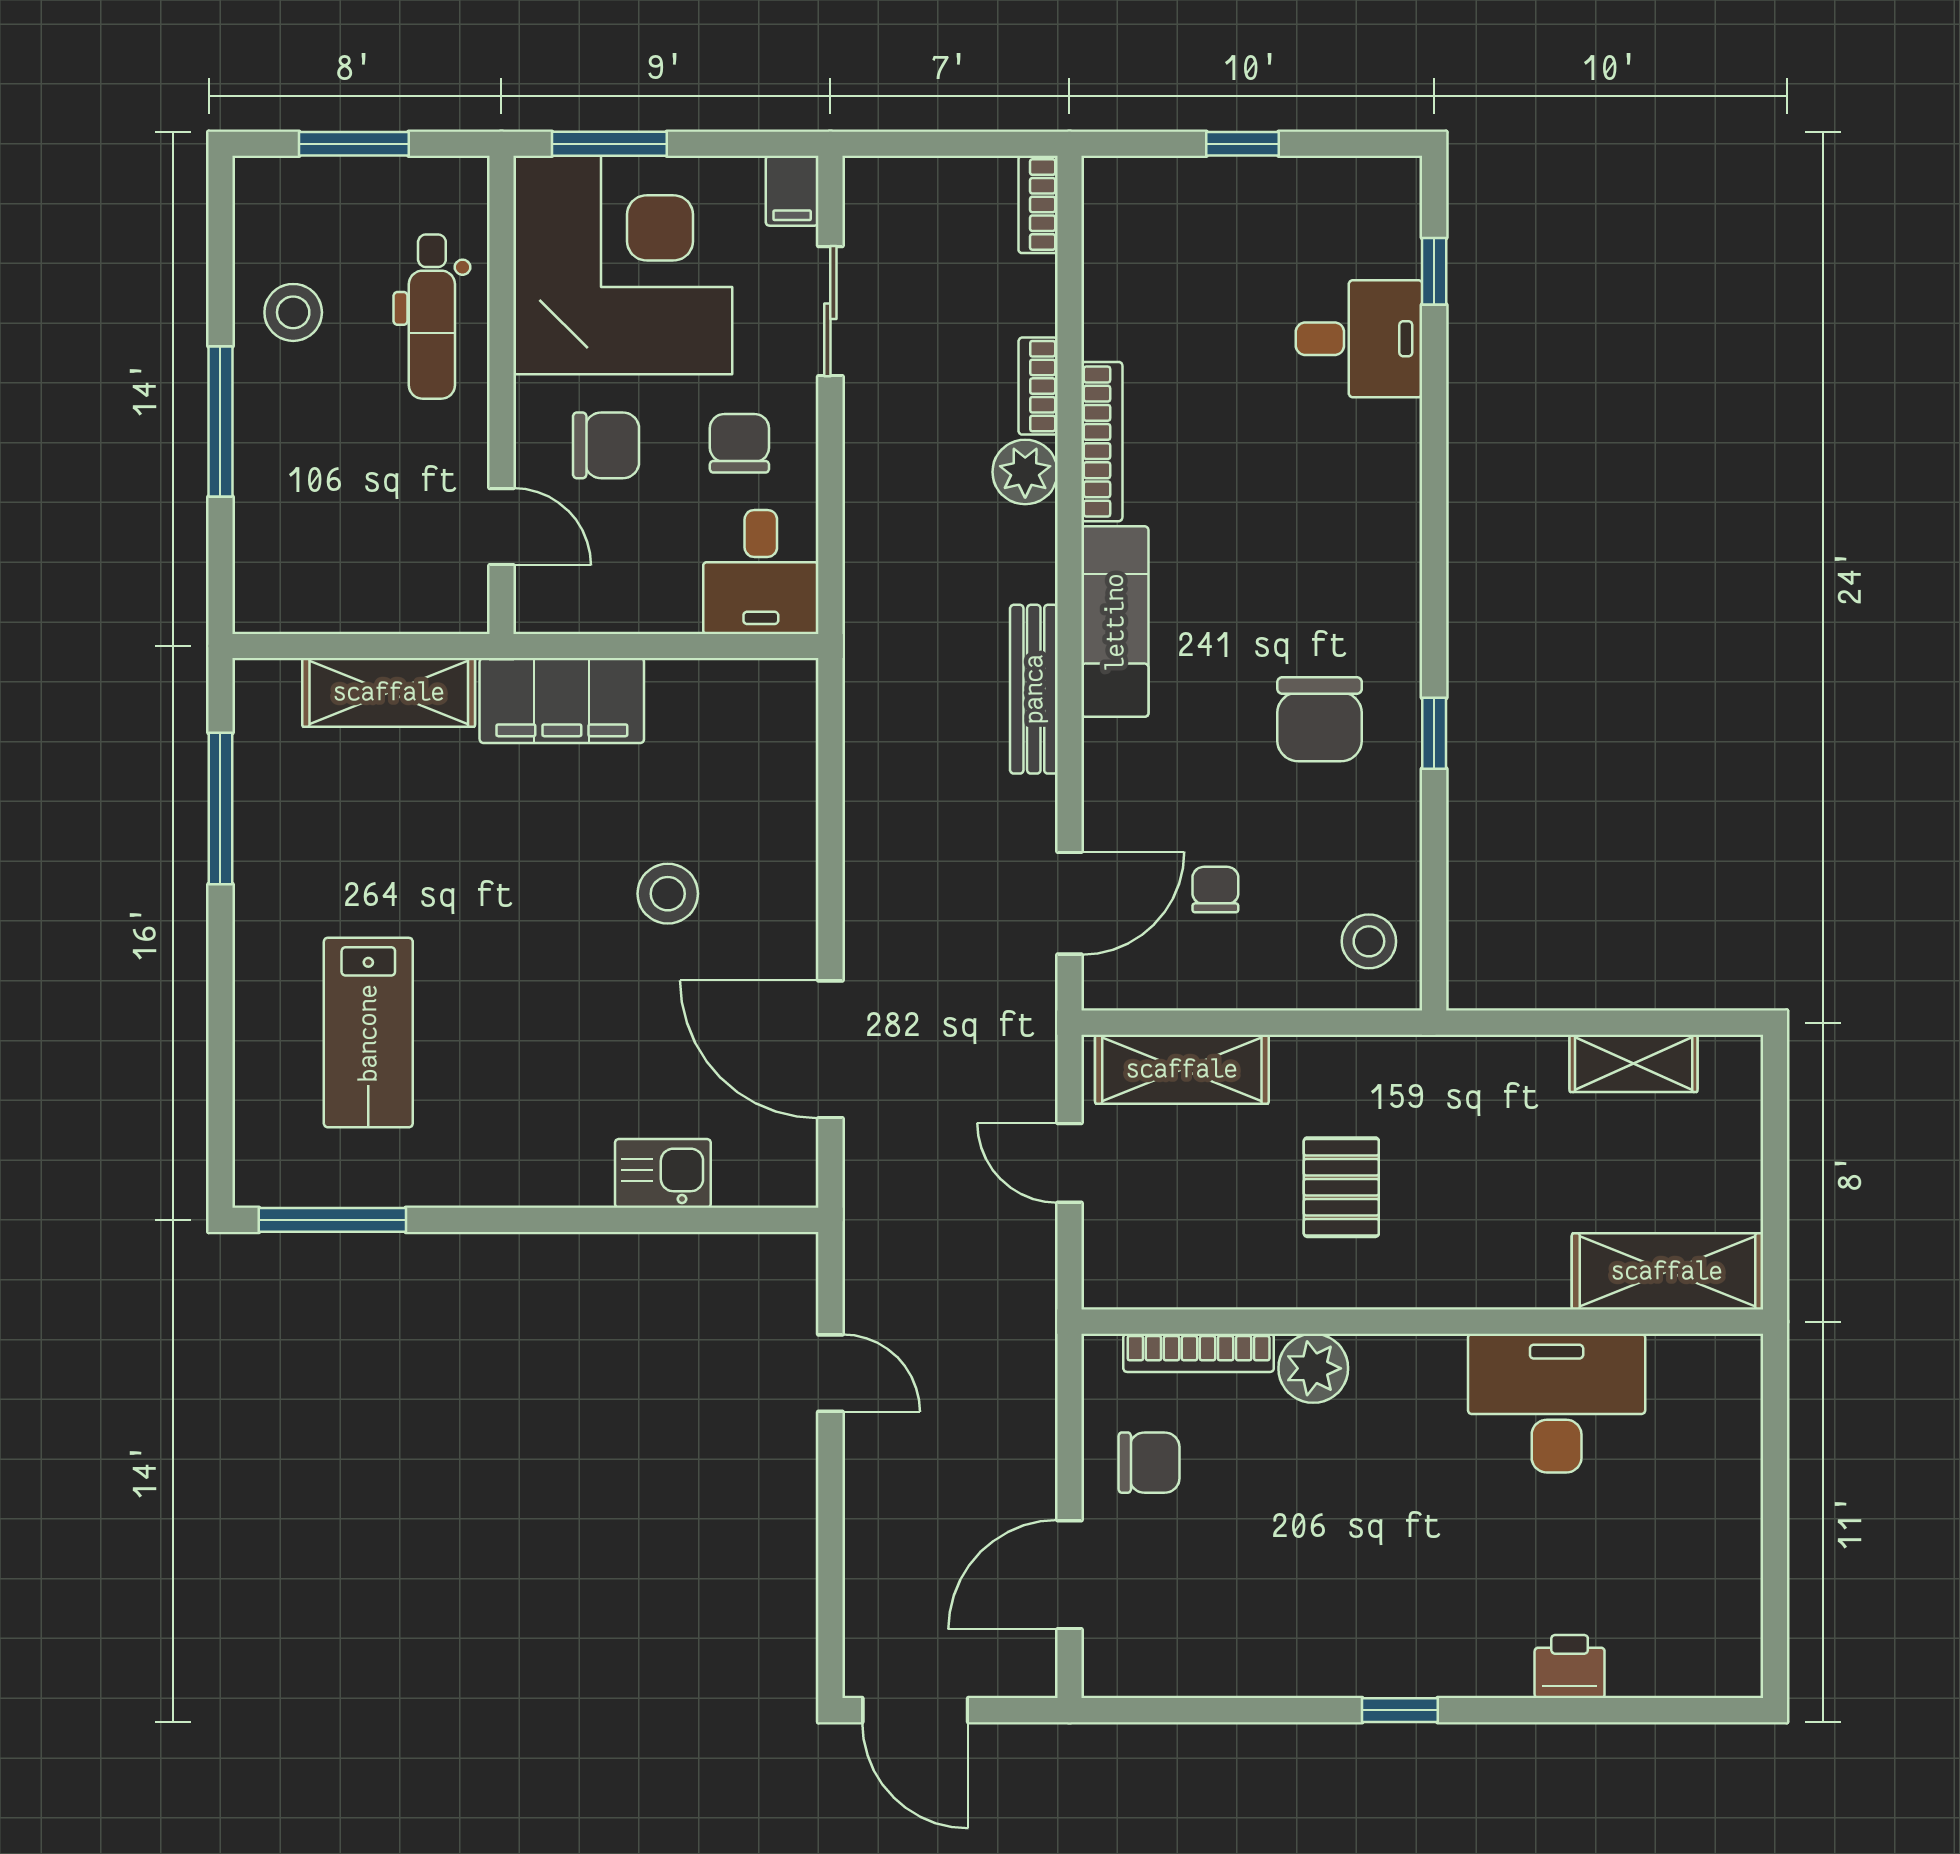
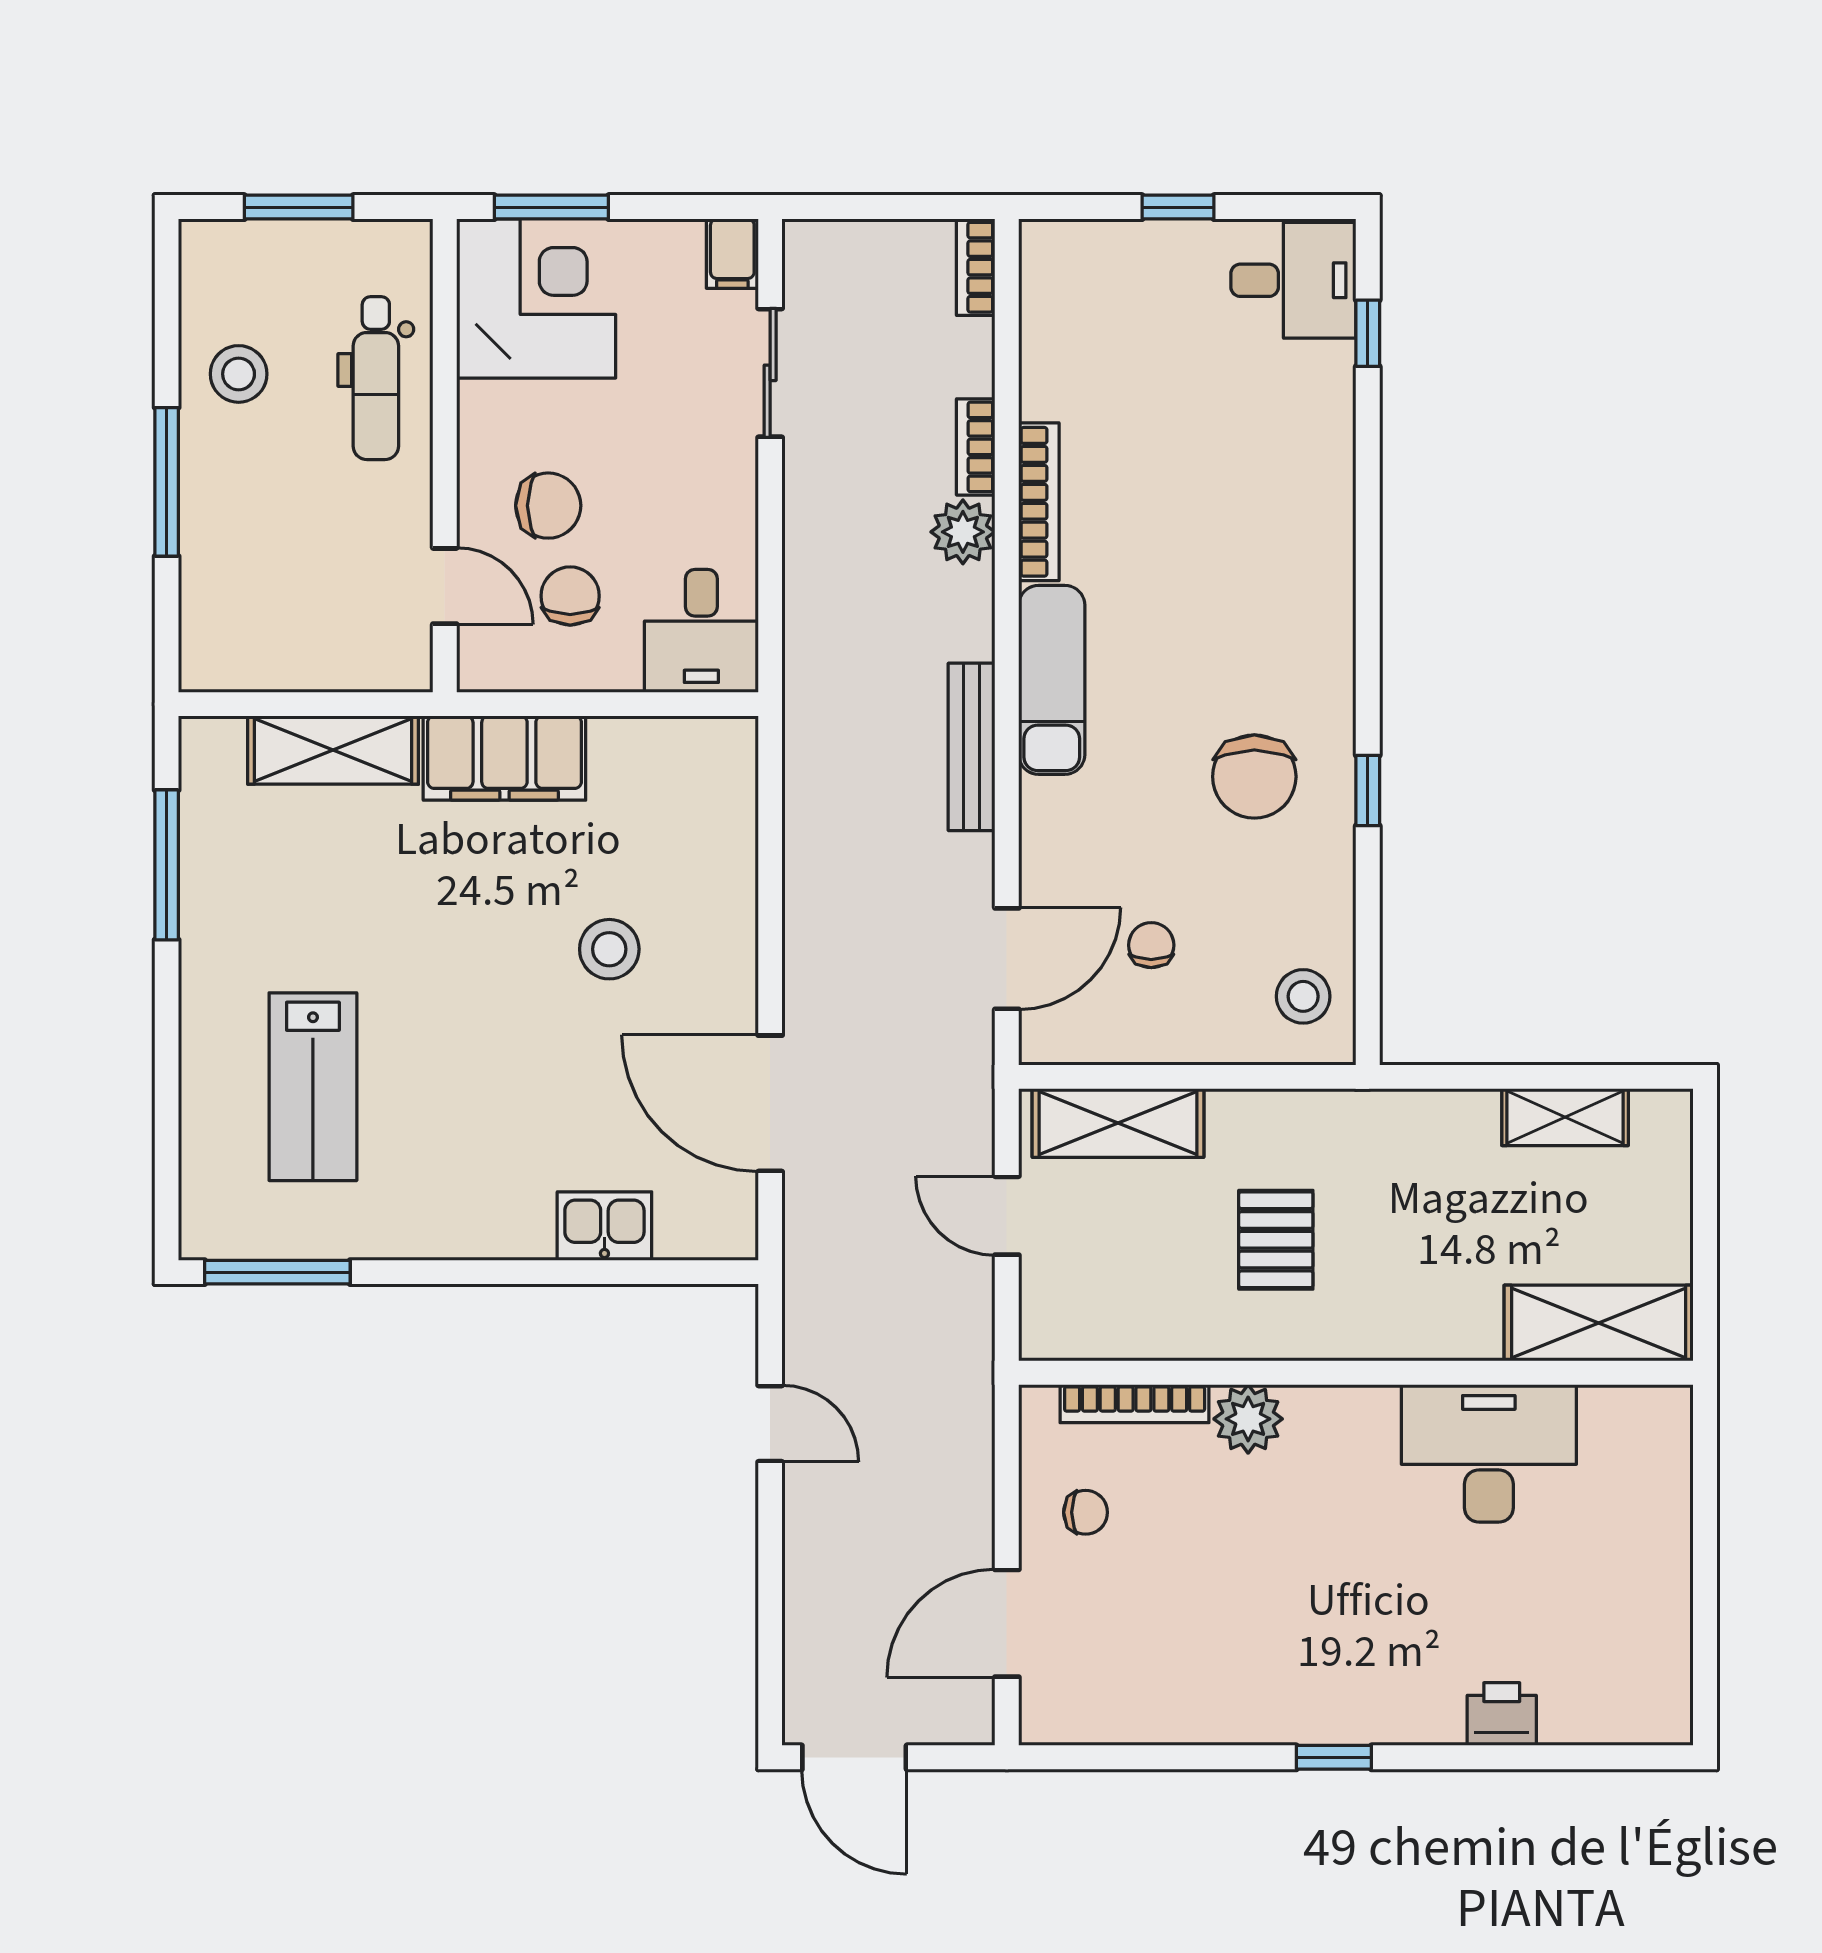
corner desk: (623, 265) -> (536, 298), width x0.74, depth x0.74
desk: (1359, 339) -> (1293, 280), moved
chair: (739, 443) -> (570, 596), moved
chair: (1149, 1463) -> (1086, 1512), width x0.73, depth x0.73

